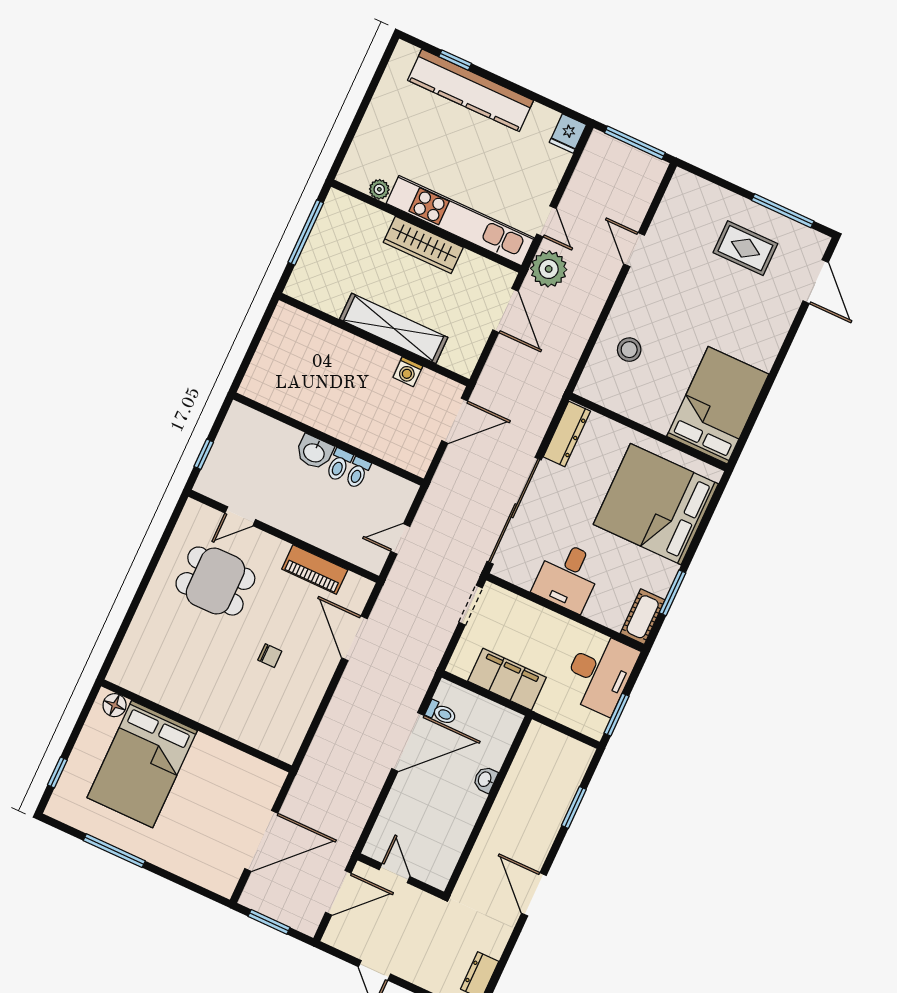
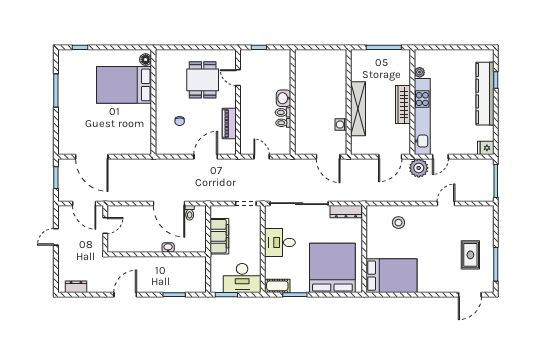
floor lamp: (115, 705) -> (146, 60), moved
wall: (196, 726) -> (153, 102), moved
bed: (142, 764) -> (124, 85), moved

